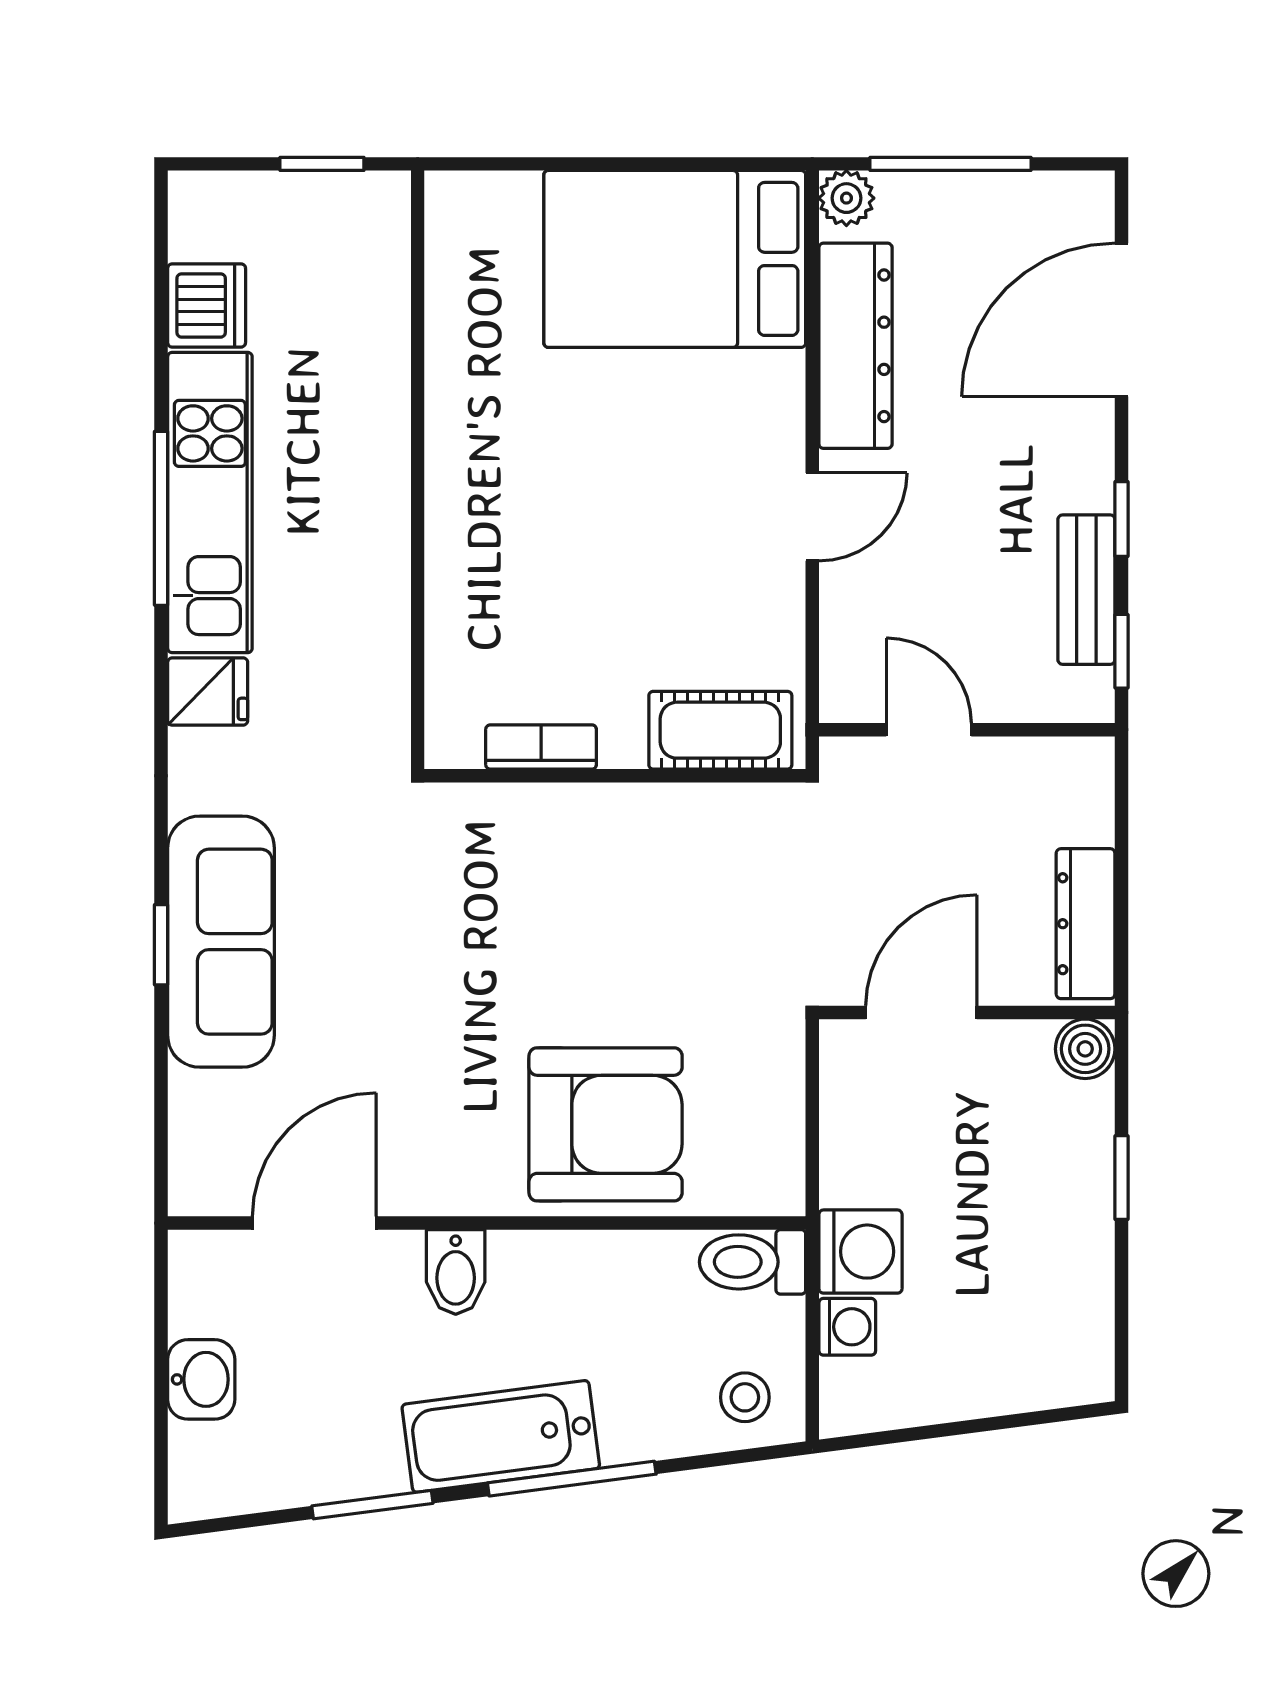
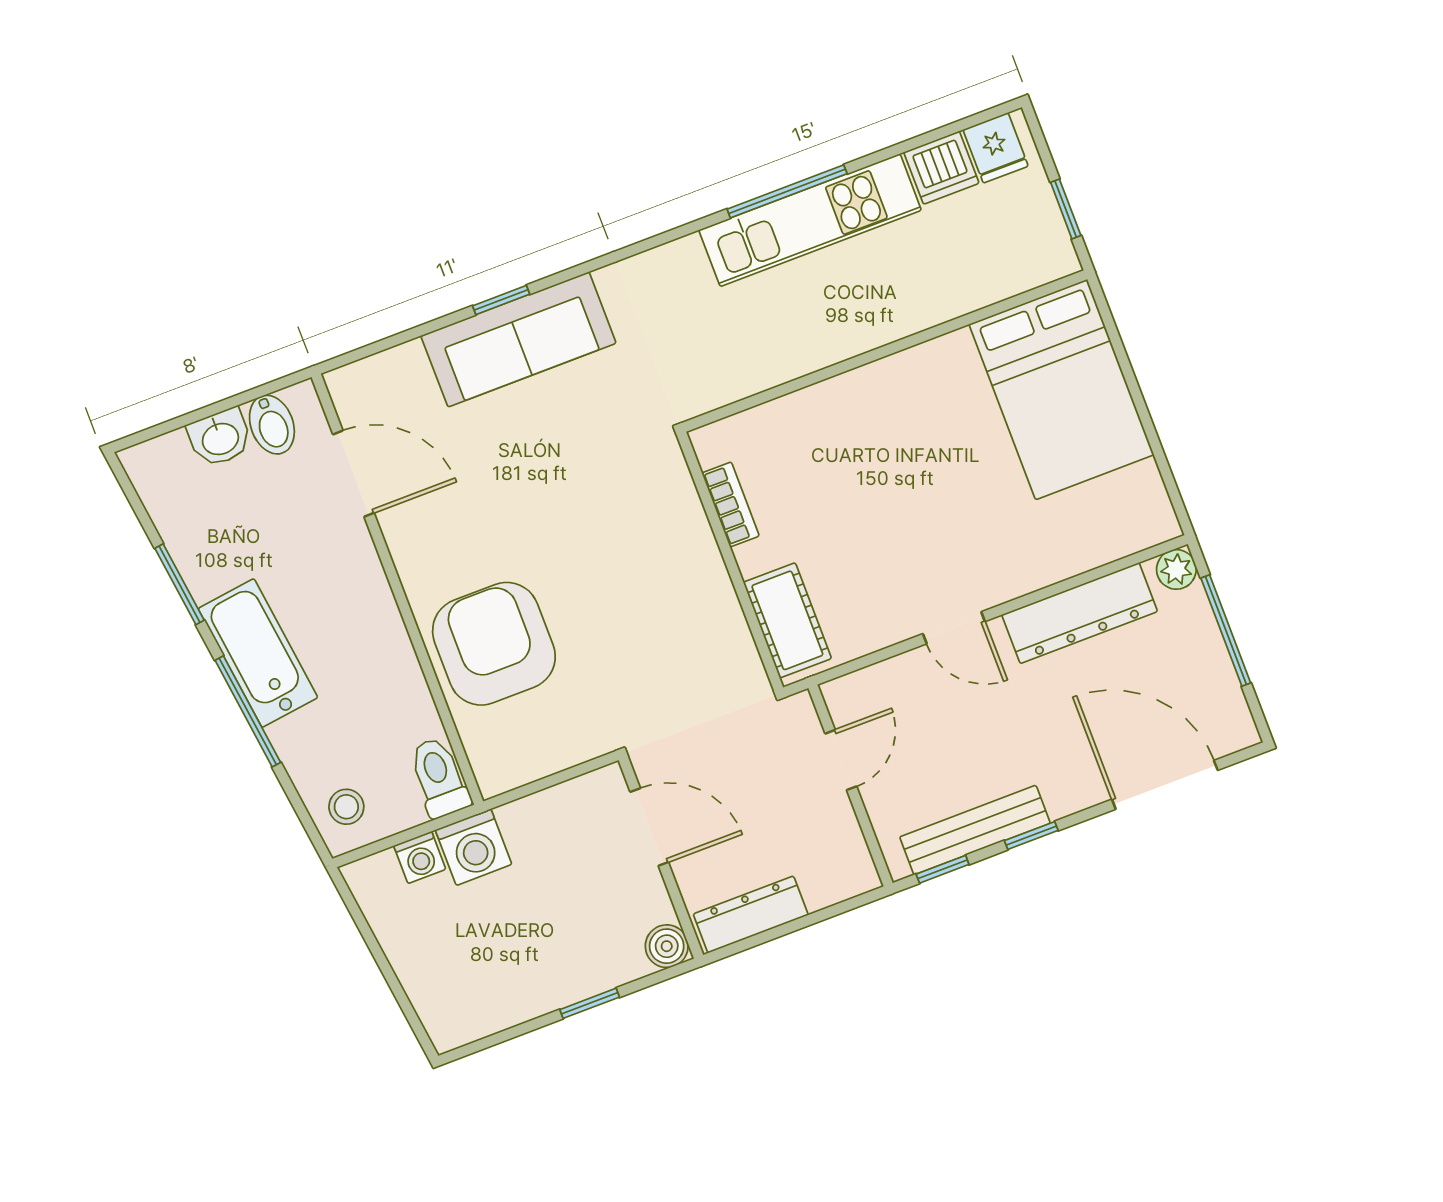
bed: (675, 259) -> (1061, 390), moved, turned 180
bench: (1086, 590) -> (975, 830), width x1.36
fridge: (208, 691) -> (996, 148), moved
armchair: (606, 1124) -> (494, 644), turned 180
bidet: (456, 1272) -> (272, 425), moved, turned -90

